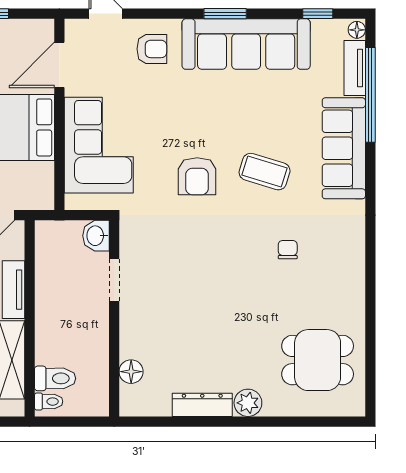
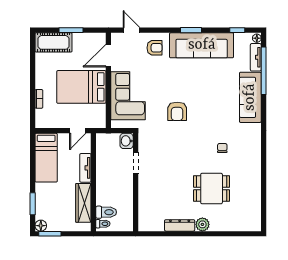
coffee table: (265, 172) -> (211, 109), removed
dining table: (318, 360) -> (212, 189), moved
floor lamp: (131, 372) -> (144, 209), removed

